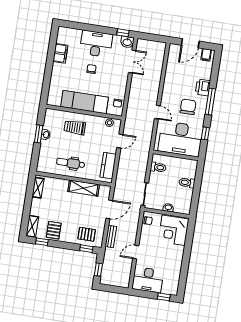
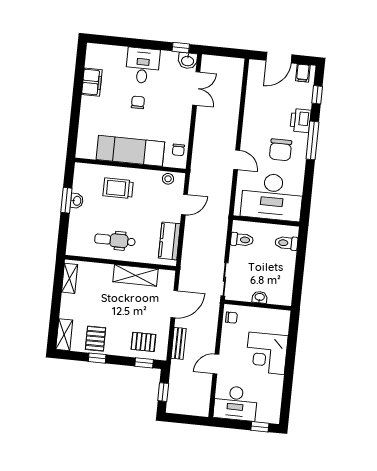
desk: (96, 44) -> (143, 66), width x0.73
chair: (188, 107) -> (281, 150), turned 180
window: (205, 133) -> (317, 95), moved
toilet: (187, 183) -> (286, 243), moved
corner desk: (174, 230) -> (267, 353), moved
window: (42, 242) -> (97, 358), moved

